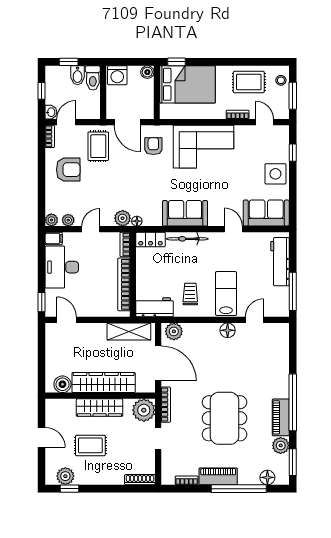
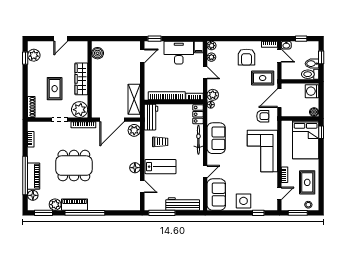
wardrobe: (104, 383) -> (99, 82), removed
rug: (90, 445) -> (55, 89), moved
piano: (218, 476) -> (34, 176), moved

